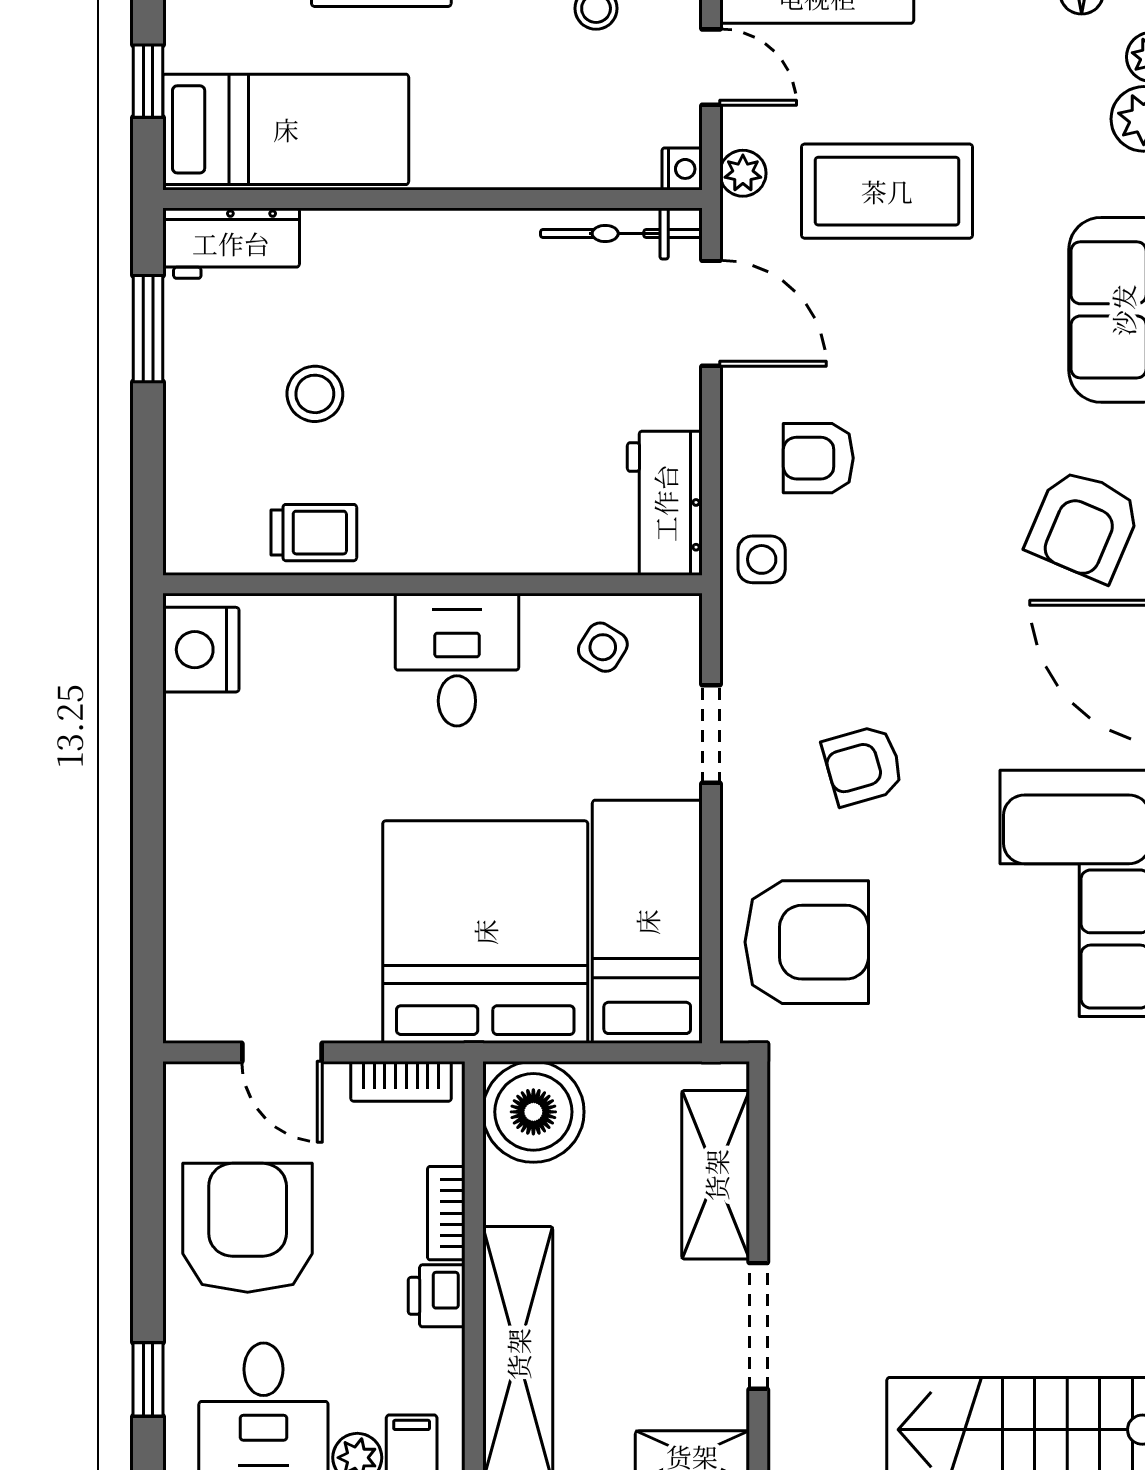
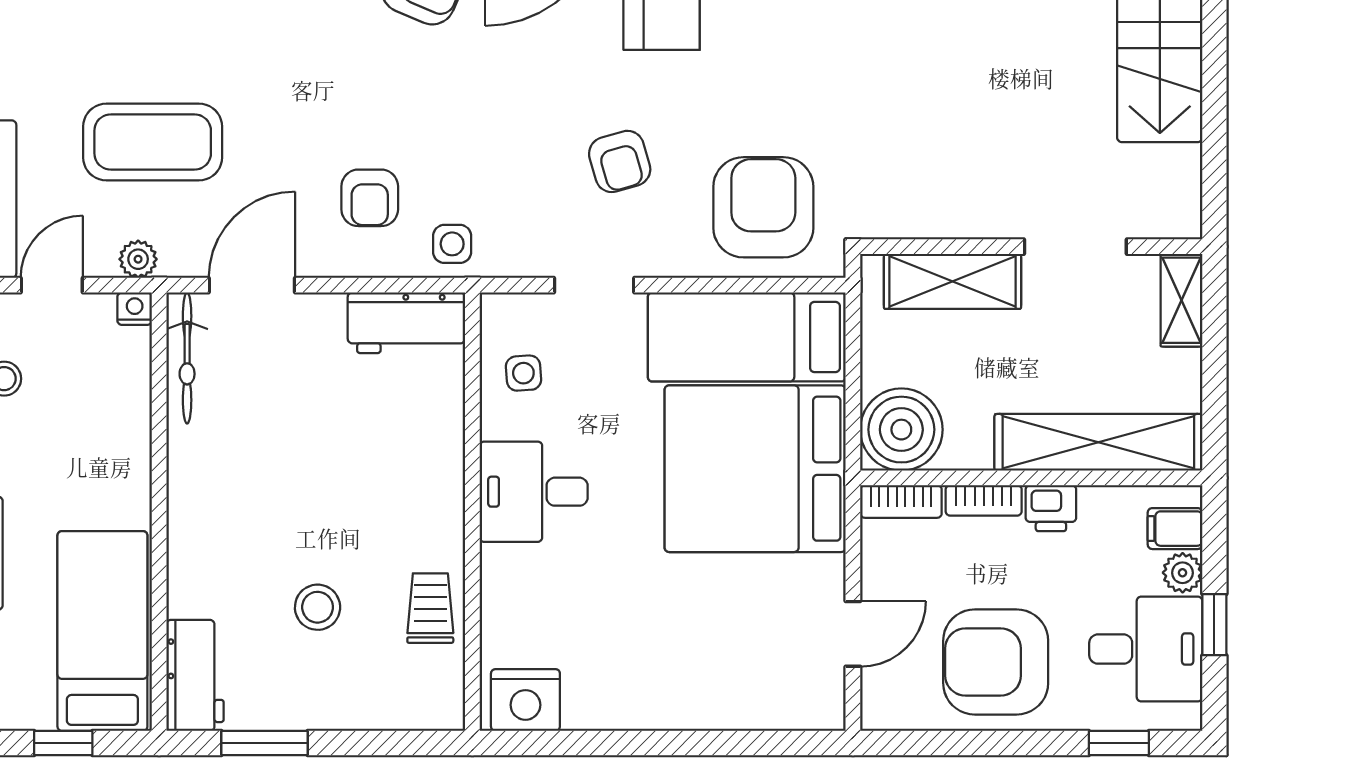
coffee table: (887, 191) -> (153, 142), turned 90
side table: (603, 647) -> (523, 373), turned -36
bookcase: (401, 1081) -> (901, 501), moved, turned 90

